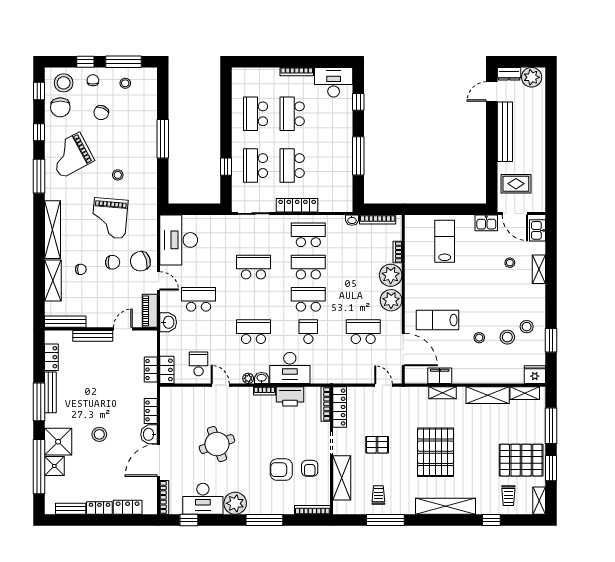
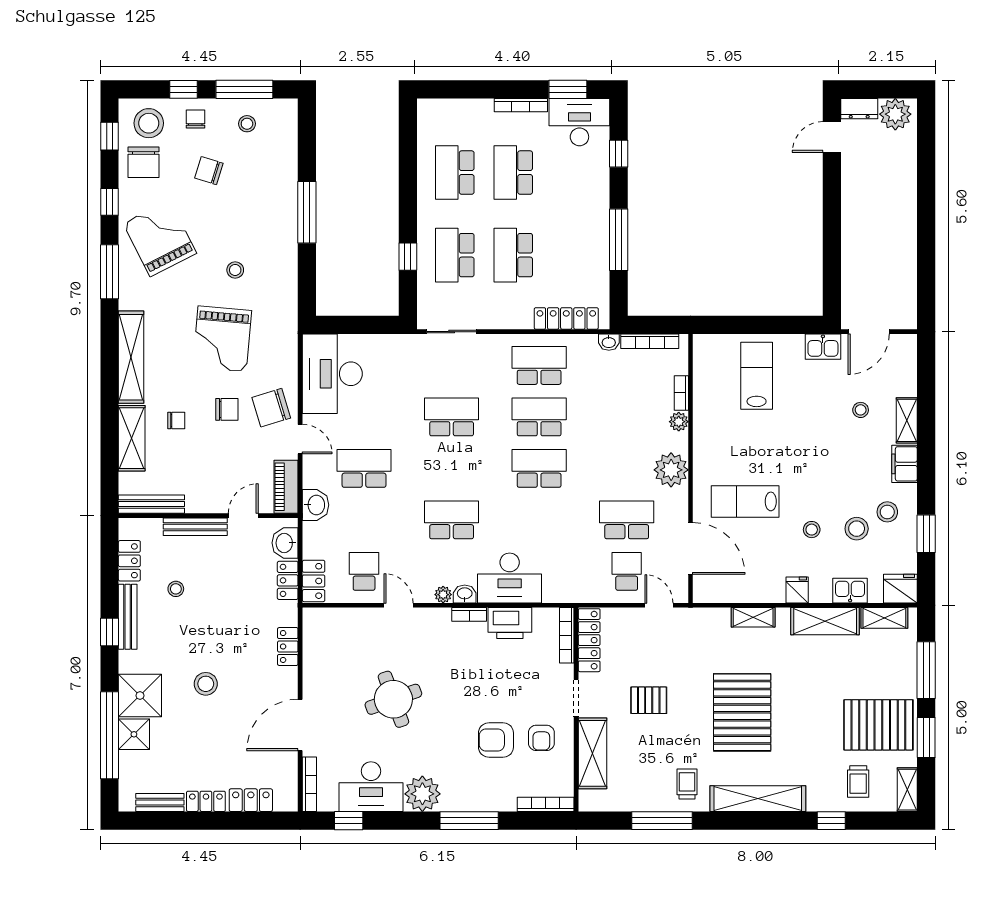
window: (326, 62) -> (568, 89), added
chair: (101, 113) -> (209, 171), turned 84
bench: (505, 132) -> (853, 201), removed
grand piano: (70, 155) -> (160, 238), turned 91
rug: (516, 184) -> (870, 284), removed
locker: (297, 205) -> (566, 318), moved
door: (515, 214) -> (869, 332), hinge flipped
kitchen sink: (538, 230) -> (850, 591), moved, turned 90
plant: (391, 275) -> (679, 422), width x0.53, depth x0.53
school desk: (308, 332) -> (627, 571), moved
stool: (81, 375) -> (176, 589), added
filing cabinet: (440, 376) -> (905, 464), moved, turned -90
fridge: (470, 376) -> (797, 590), added
window: (39, 402) -> (110, 632), width x0.46
washbasin: (149, 434) -> (285, 543), moved
trolley: (378, 495) -> (687, 784), moved

